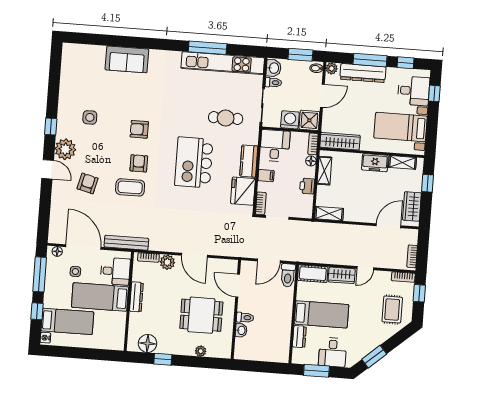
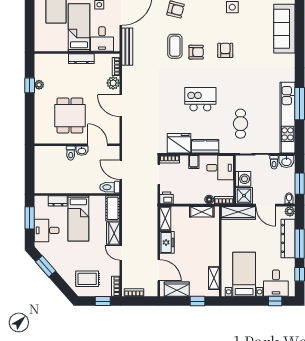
sofa: (127, 59) -> (284, 29), width x1.36
wardrobe: (340, 141) -> (238, 213), moved, turned 90
kitchen island: (194, 162) -> (200, 99), width x0.73, depth x0.78
freezer: (375, 163) -> (167, 242), moved, turned 180
printer: (307, 186) -> (167, 198), moved
door: (194, 255) -> (121, 106), hinge flipped
door: (238, 286) -> (98, 145), hinge flipped
washbasin: (241, 330) -> (82, 151), moved
floor lamp: (148, 343) -> (42, 71), removed
plant: (201, 351) -> (39, 85), moved

